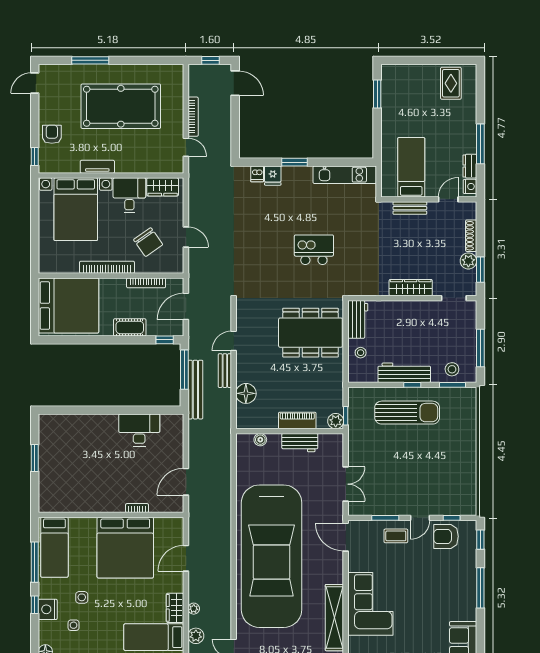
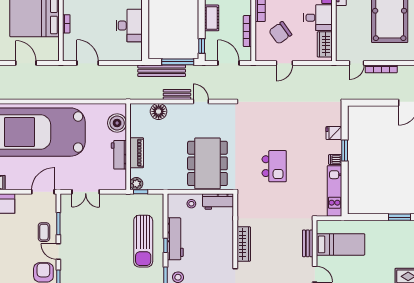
dishwasher: (257, 174) -> (335, 160), moved
boiler: (260, 440) -> (117, 123), width x1.86, depth x1.86

